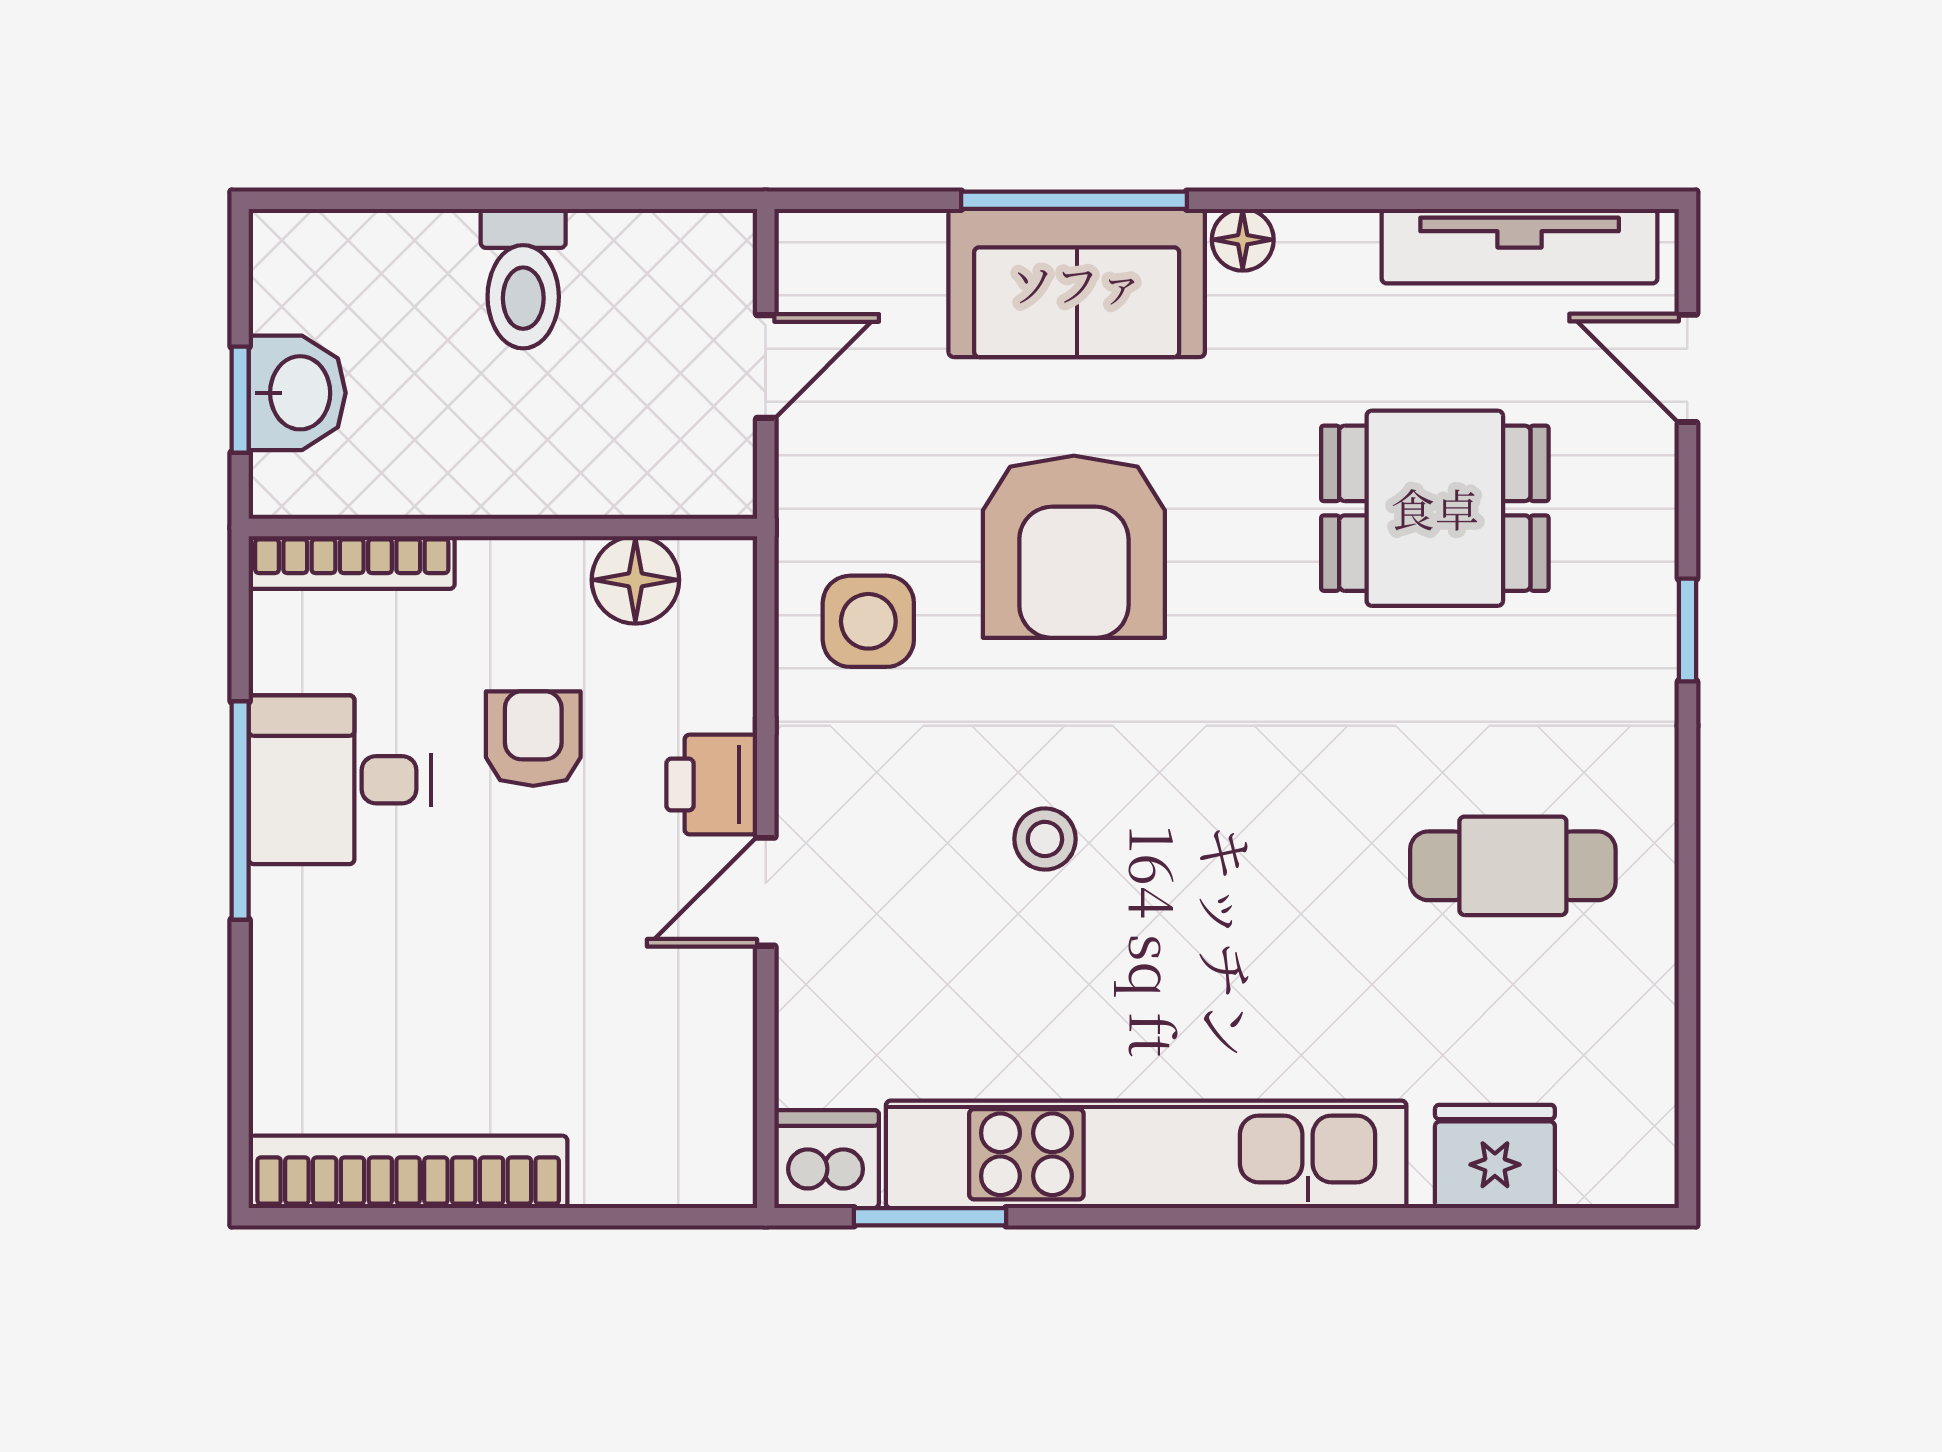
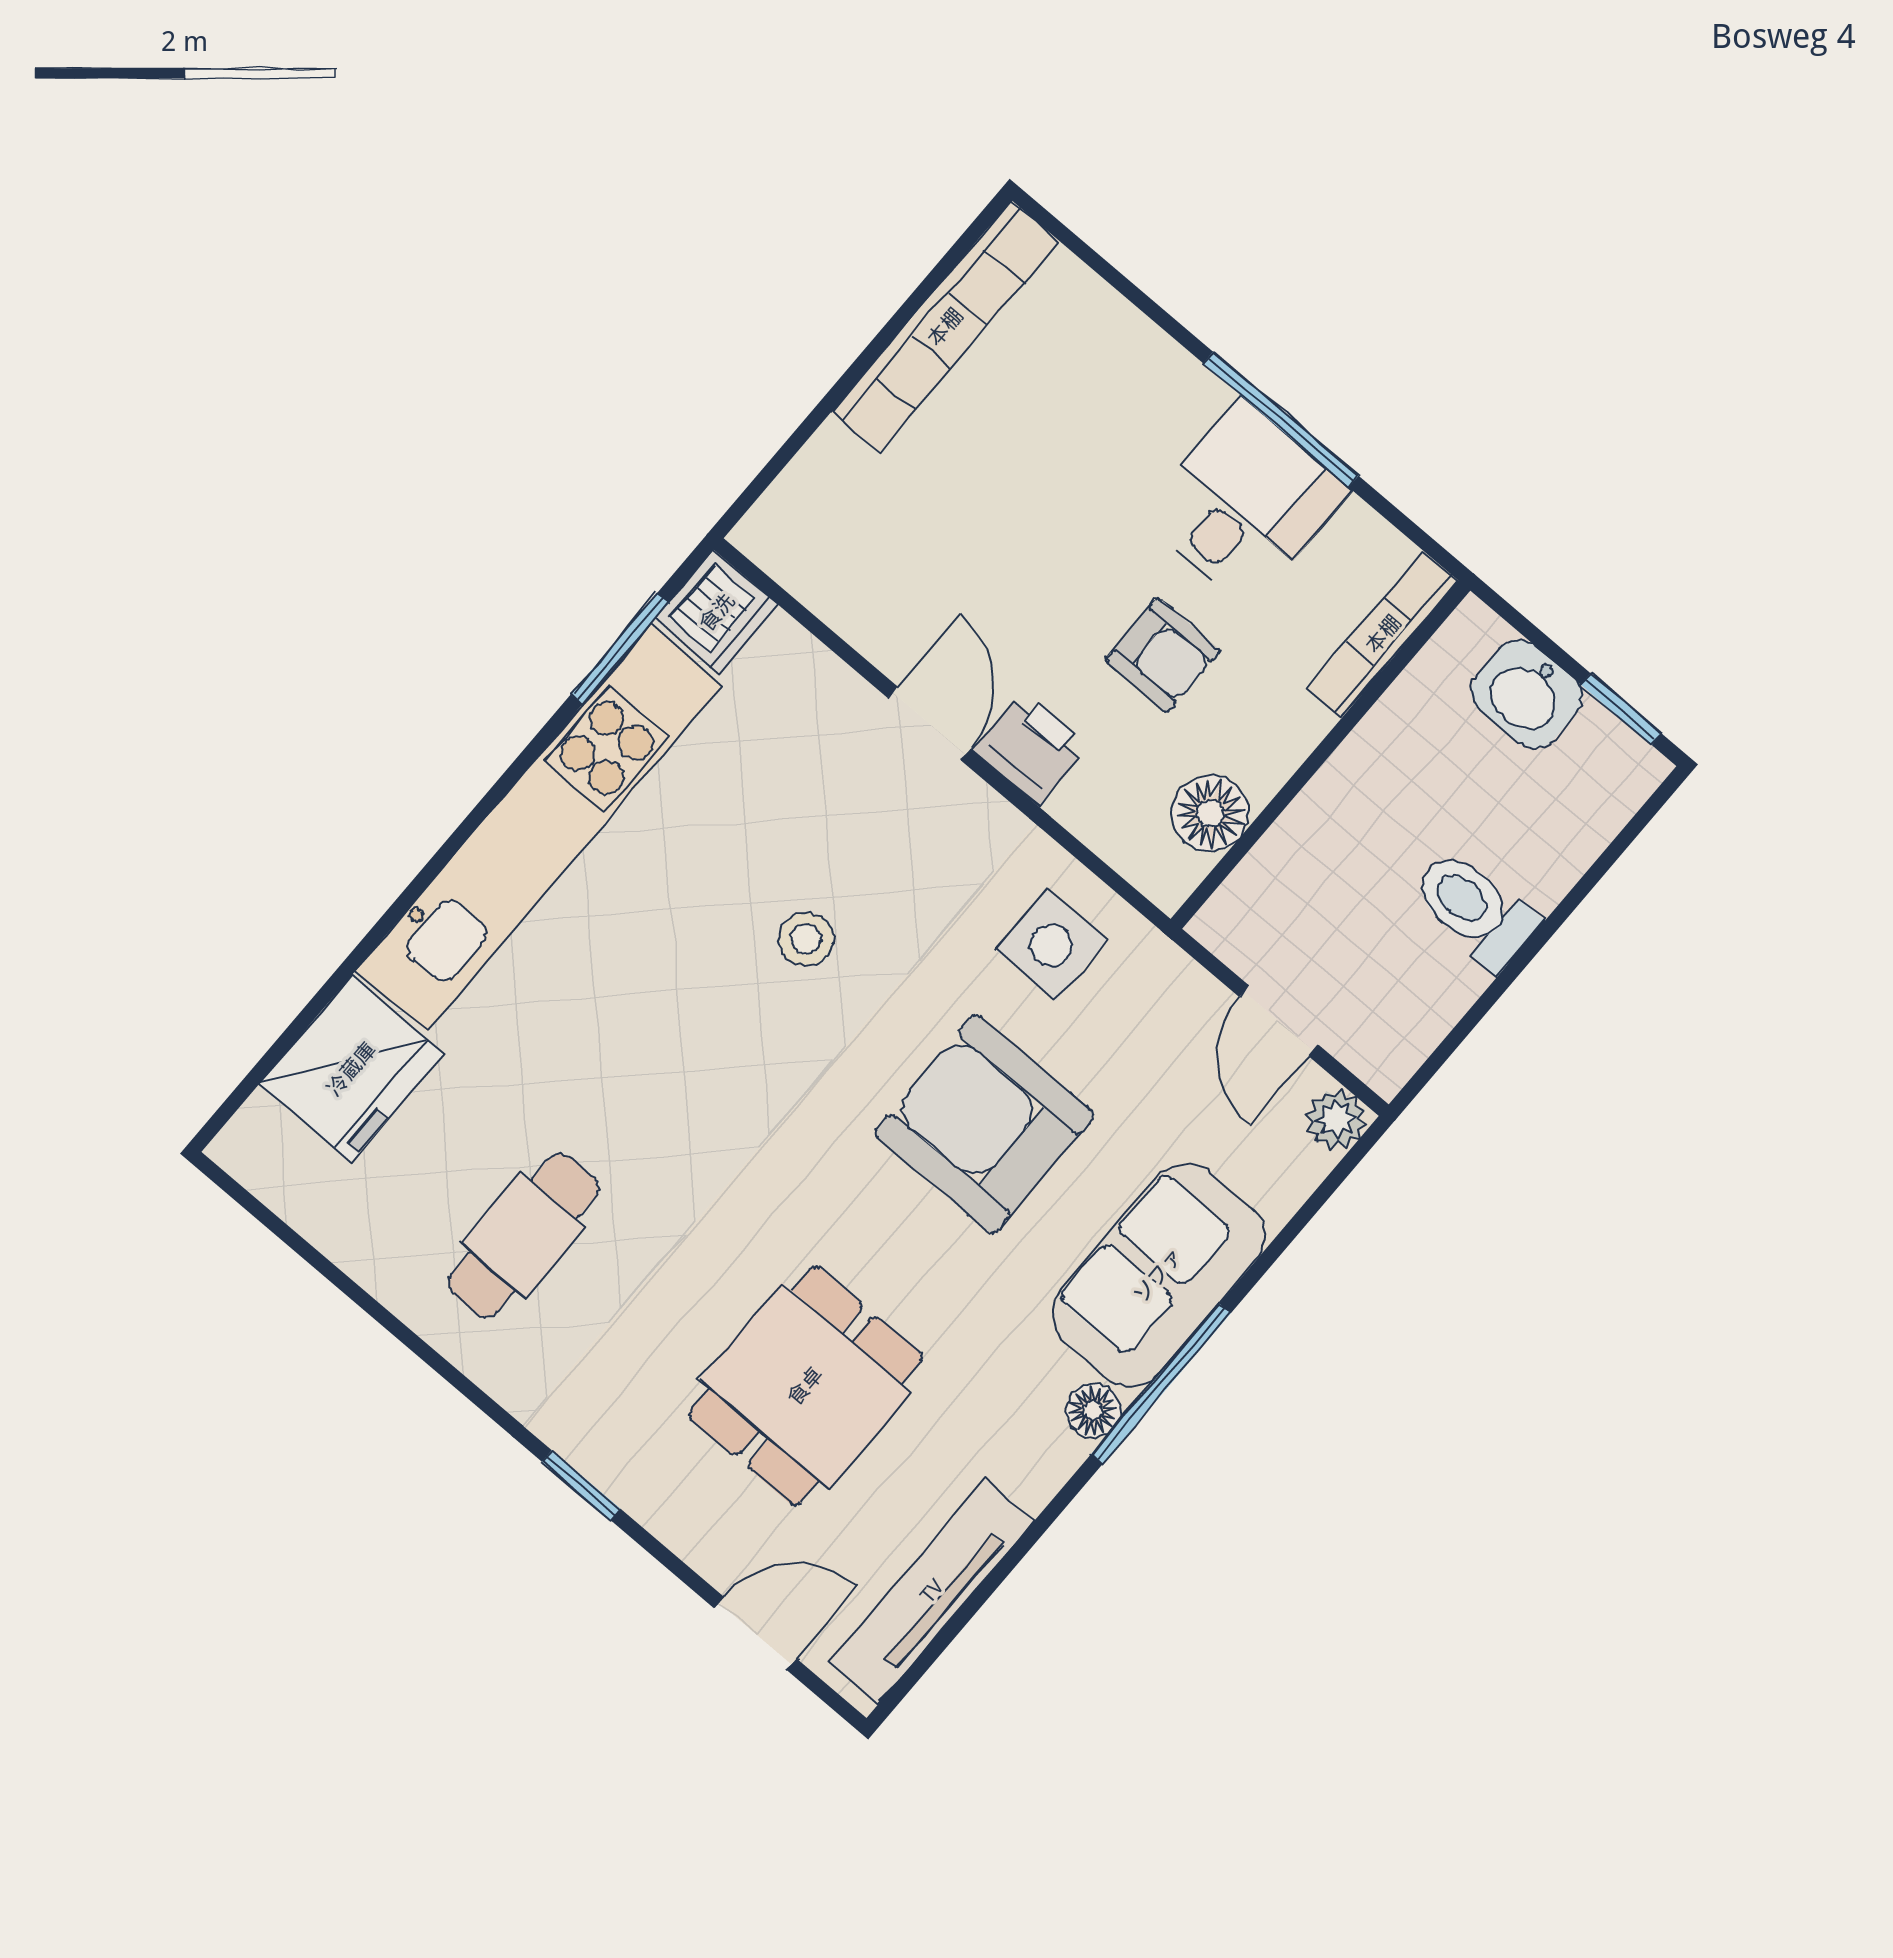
window: (1074, 200) -> (1161, 1384), moved
plant: (809, 243) -> (1336, 1119), added
window: (240, 400) -> (1621, 709), moved
fridge: (1495, 1156) -> (351, 1069), width x1.36, depth x1.34

